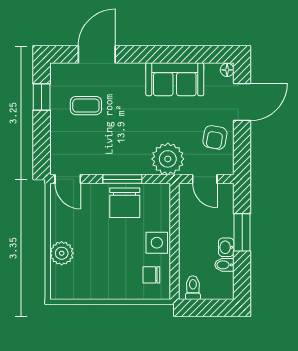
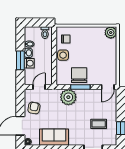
plant: (168, 159) -> (68, 97), moved
door: (68, 179) -> (108, 87), swing flipped
door: (205, 179) -> (39, 87), hinge flipped
washing machine: (224, 227) -> (29, 63), added
plant: (62, 253) -> (111, 33), moved

